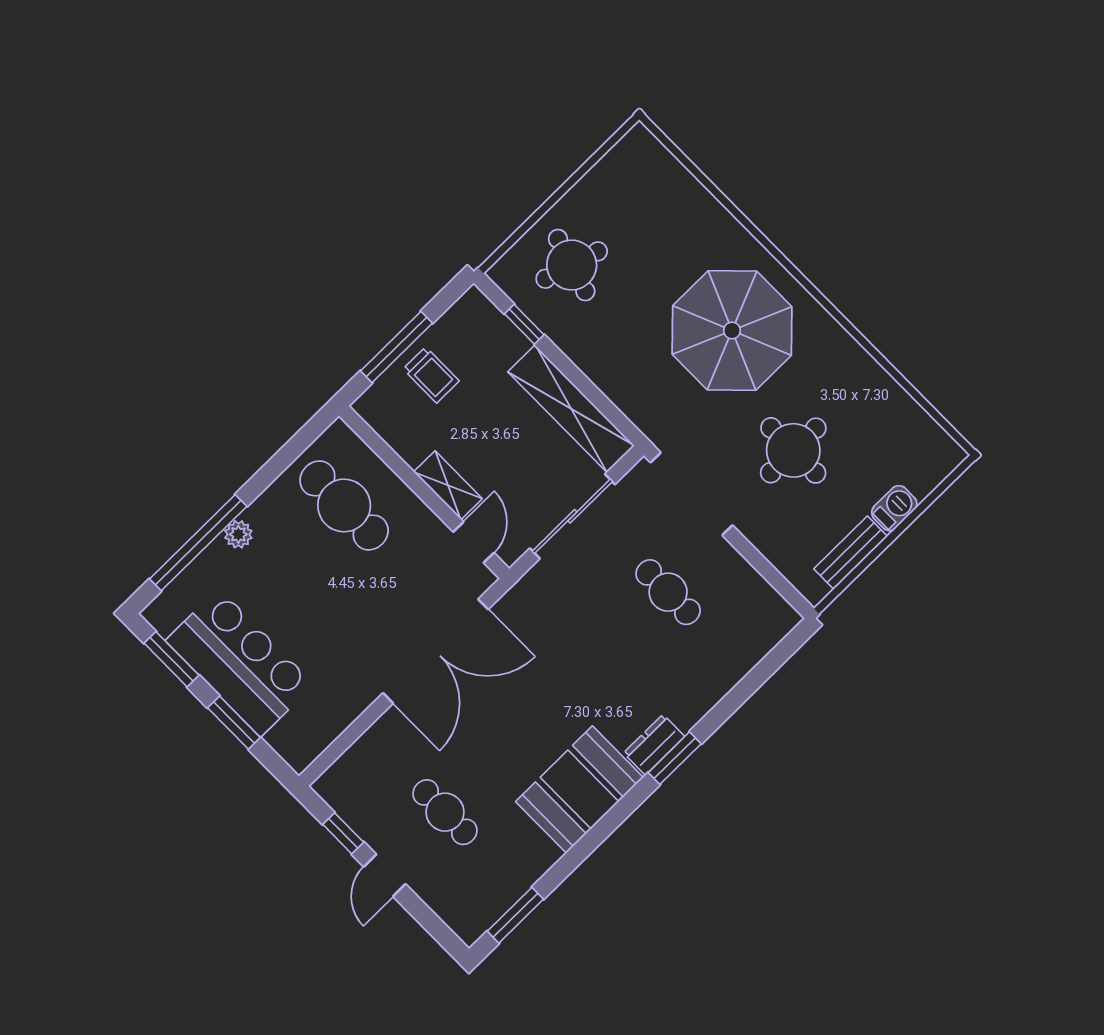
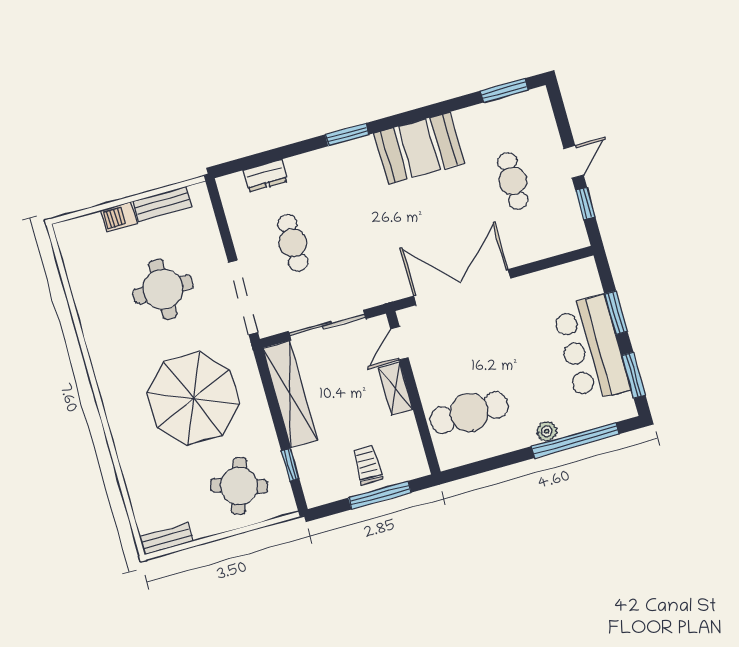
bench: (624, 153) -> (166, 539), added
parasol: (732, 330) -> (193, 399), moved
cafe table: (344, 505) -> (469, 412), turned 90
dresser: (654, 745) -> (265, 176), moved

